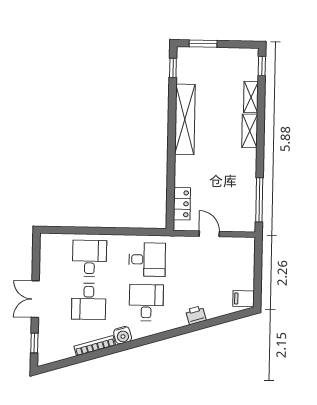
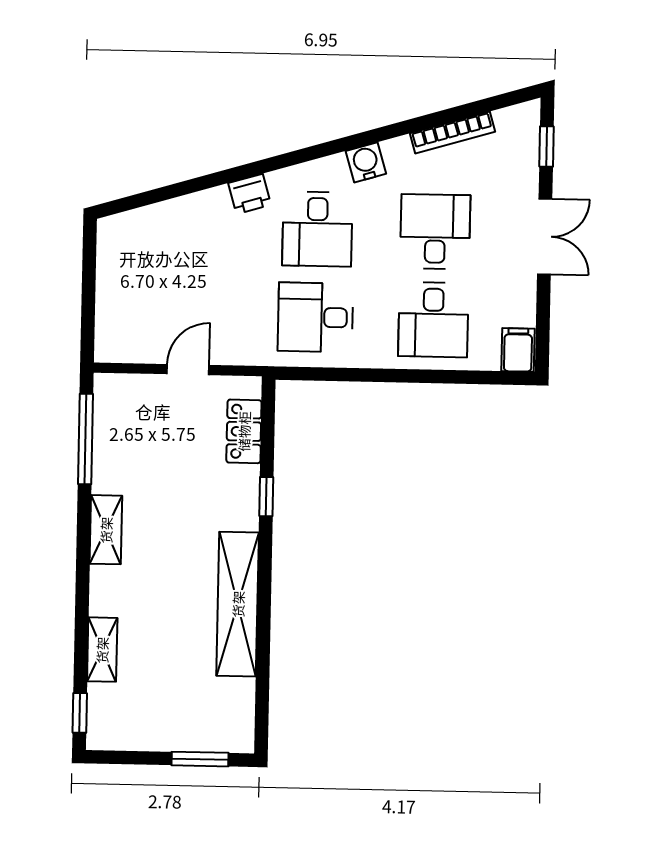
window: (173, 68) -> (266, 497), moved
shelving: (250, 131) -> (106, 530), moved
door: (209, 234) -> (188, 370), swing flipped
filing cabinet: (244, 299) -> (518, 350), moved, turned -90
printer: (196, 315) -> (250, 194), moved
bookcase: (95, 346) -> (452, 133), moved

